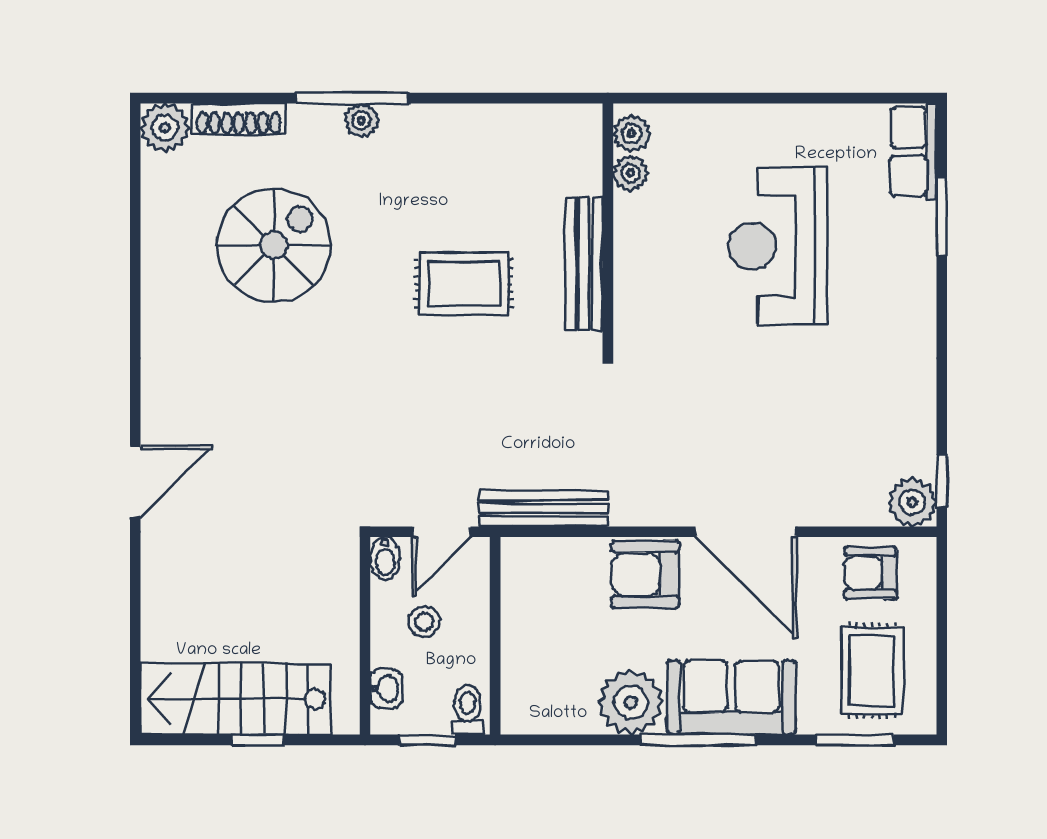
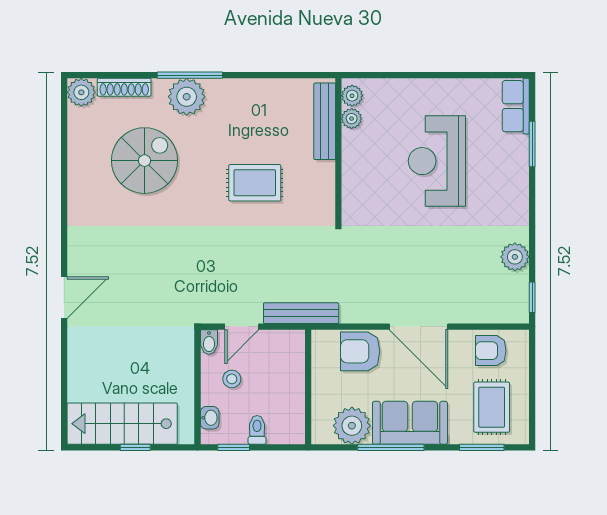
plant: (361, 120) -> (187, 97), width x1.88, depth x1.88
bench: (584, 264) -> (325, 121), moved
plant: (912, 502) -> (515, 257), moved
wall: (495, 636) -> (308, 387), moved

